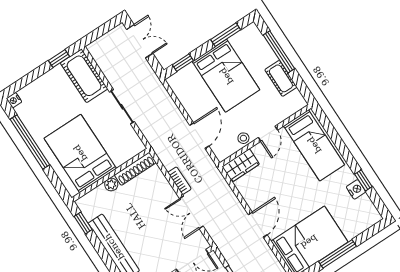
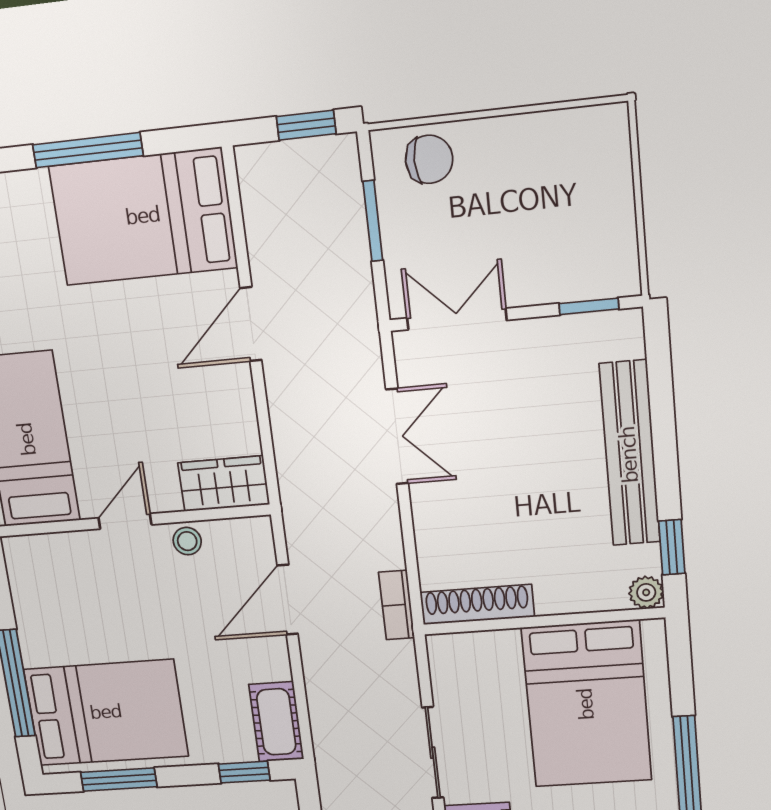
bed: (226, 76) -> (106, 713), moved, turned 90
cot: (281, 78) -> (276, 722), moved
bookcase: (179, 181) -> (397, 605), moved
plant: (111, 185) -> (646, 592), moved

